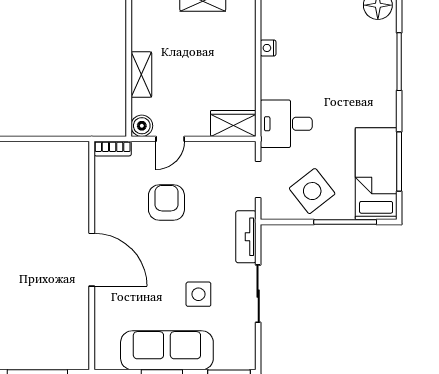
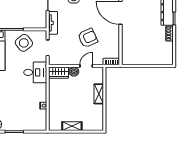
boiler: (142, 126) -> (74, 72), moved
armchair: (166, 202) -> (88, 38), turned -114

